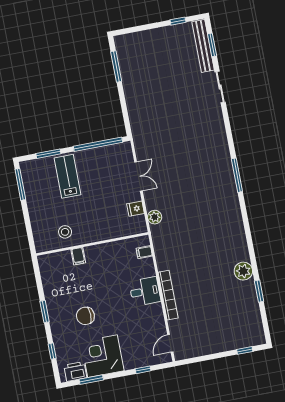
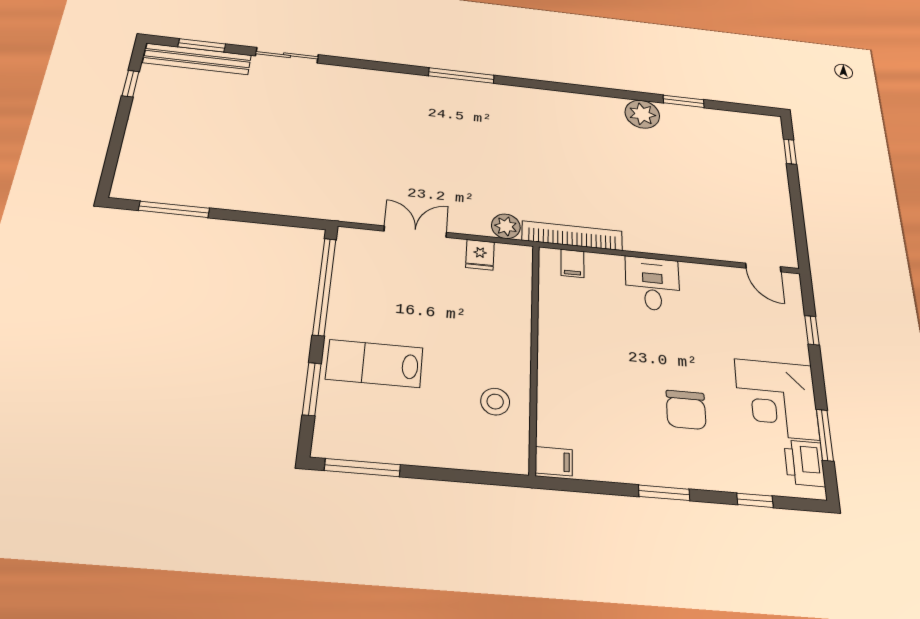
filing cabinet: (78, 256) -> (554, 461), moved
bookcase: (168, 295) -> (572, 236), moved

